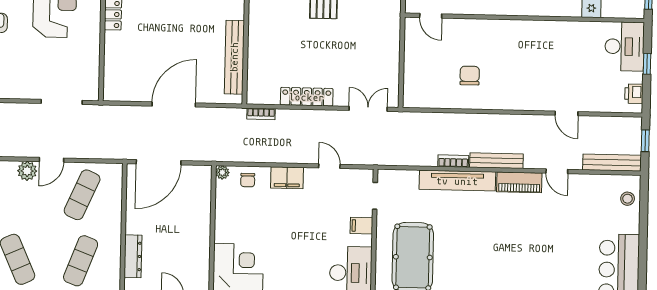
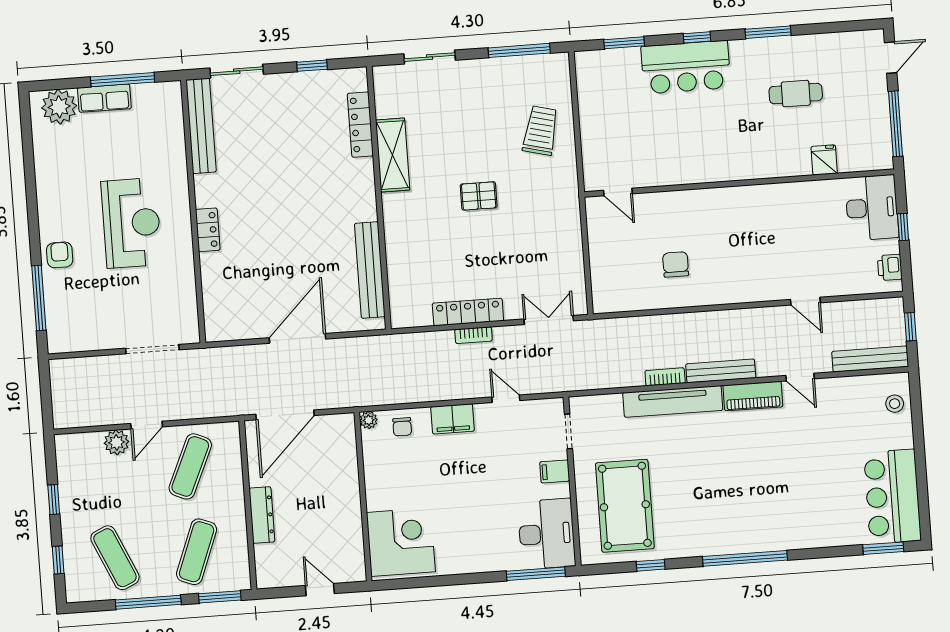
bookcase: (261, 114) -> (473, 335), moved
dresser: (133, 256) -> (262, 515), moved

